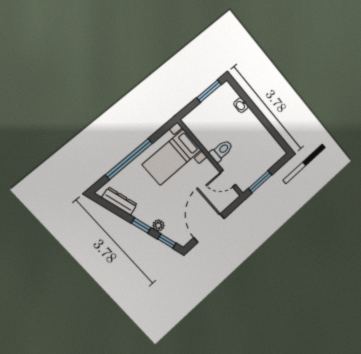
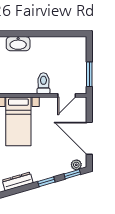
washbasin: (241, 105) -> (18, 44), width x1.91, depth x1.45
plant: (158, 226) -> (76, 165), moved

